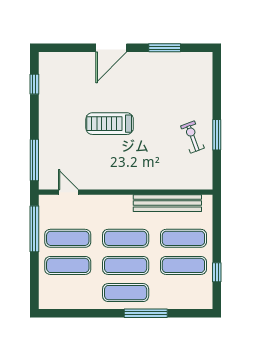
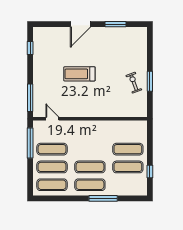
bench: (167, 203) -> (117, 126), removed
exercise mat: (126, 238) -> (52, 185), moved

